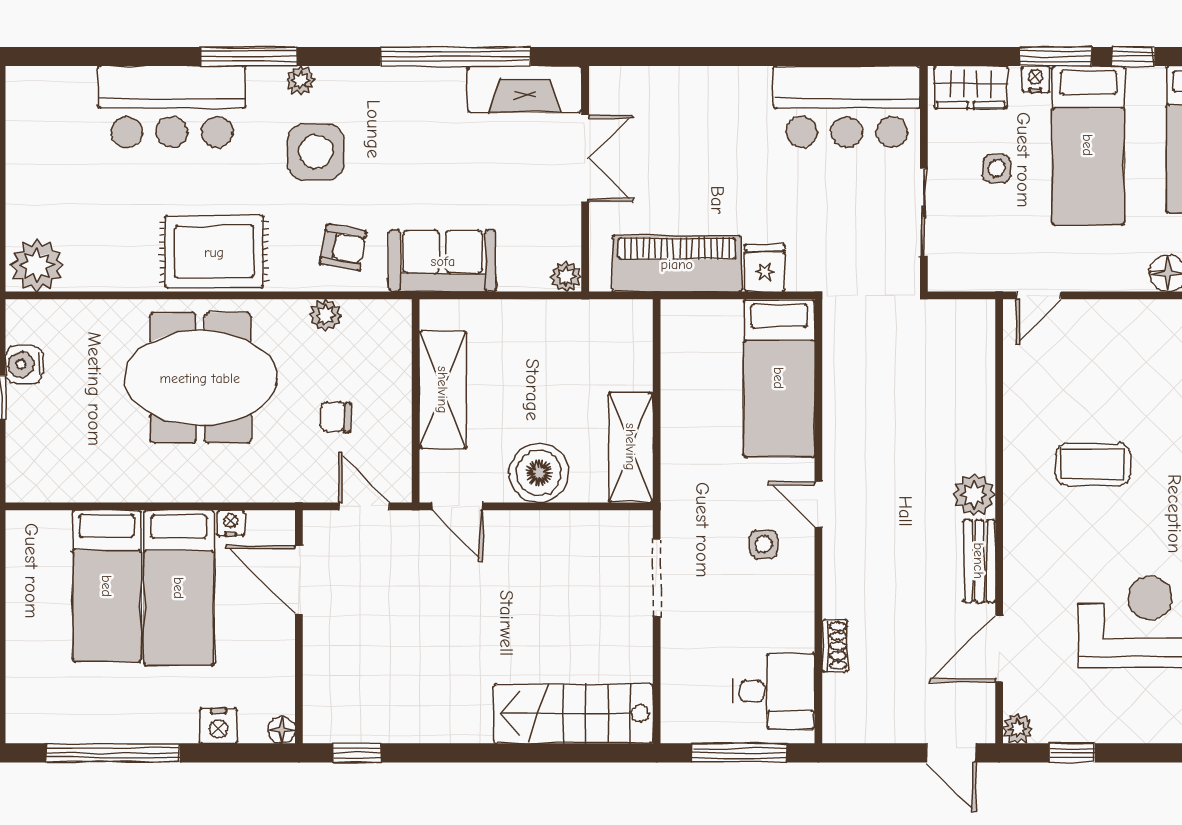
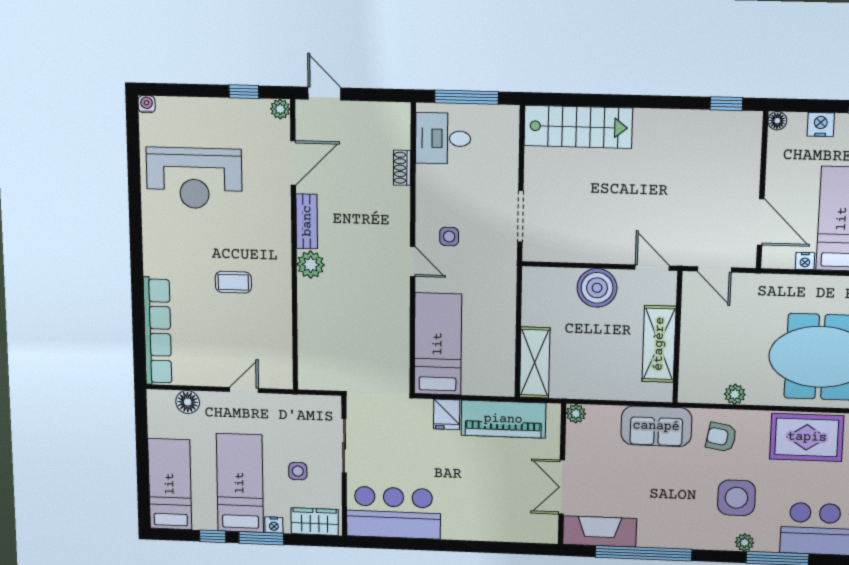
door: (1039, 295) -> (244, 390), moved
chair: (336, 417) -> (731, 329), removed
shelving: (631, 447) -> (535, 363), moved
coffee table: (1093, 464) -> (233, 282), width x0.73, depth x0.77

